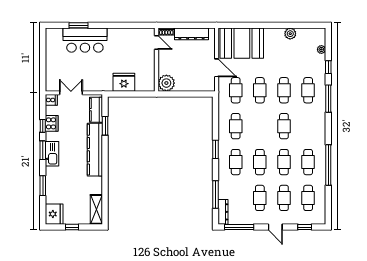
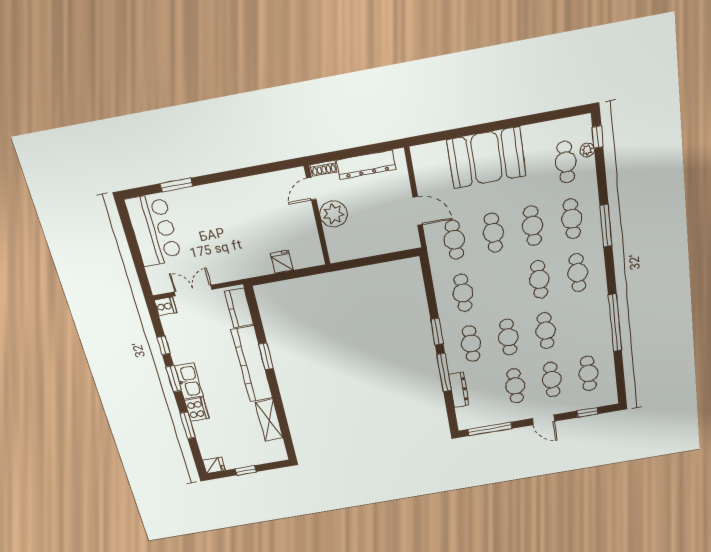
plant: (290, 34) -> (532, 134), removed
bar counter: (85, 40) -> (154, 230), moved, turned -90
door: (157, 42) -> (311, 189), swing flipped
booth: (242, 43) -> (487, 158), moved
cafe table: (308, 54) -> (566, 162), added
window: (328, 67) -> (598, 137), moved
fridge: (124, 82) -> (282, 262), width x0.53, depth x0.75
plant: (166, 83) -> (334, 214), moved
cooker: (52, 123) -> (197, 409), moved
window: (105, 126) -> (266, 356), moved
cafe table: (308, 162) -> (578, 273), moved
window: (216, 194) -> (444, 372), moved
shelving: (96, 209) -> (269, 420), moved
dresser: (223, 212) -> (459, 390), moved
fridge: (54, 214) -> (214, 465), width x0.53, depth x0.75

